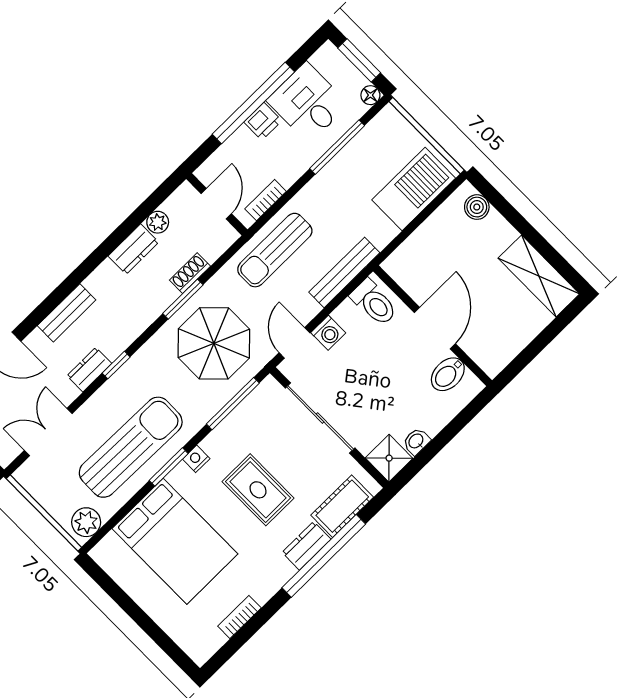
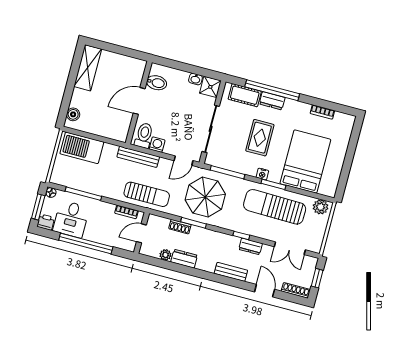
printer: (263, 121) -> (46, 222), moved
washing machine: (328, 333) -> (157, 145), moved

